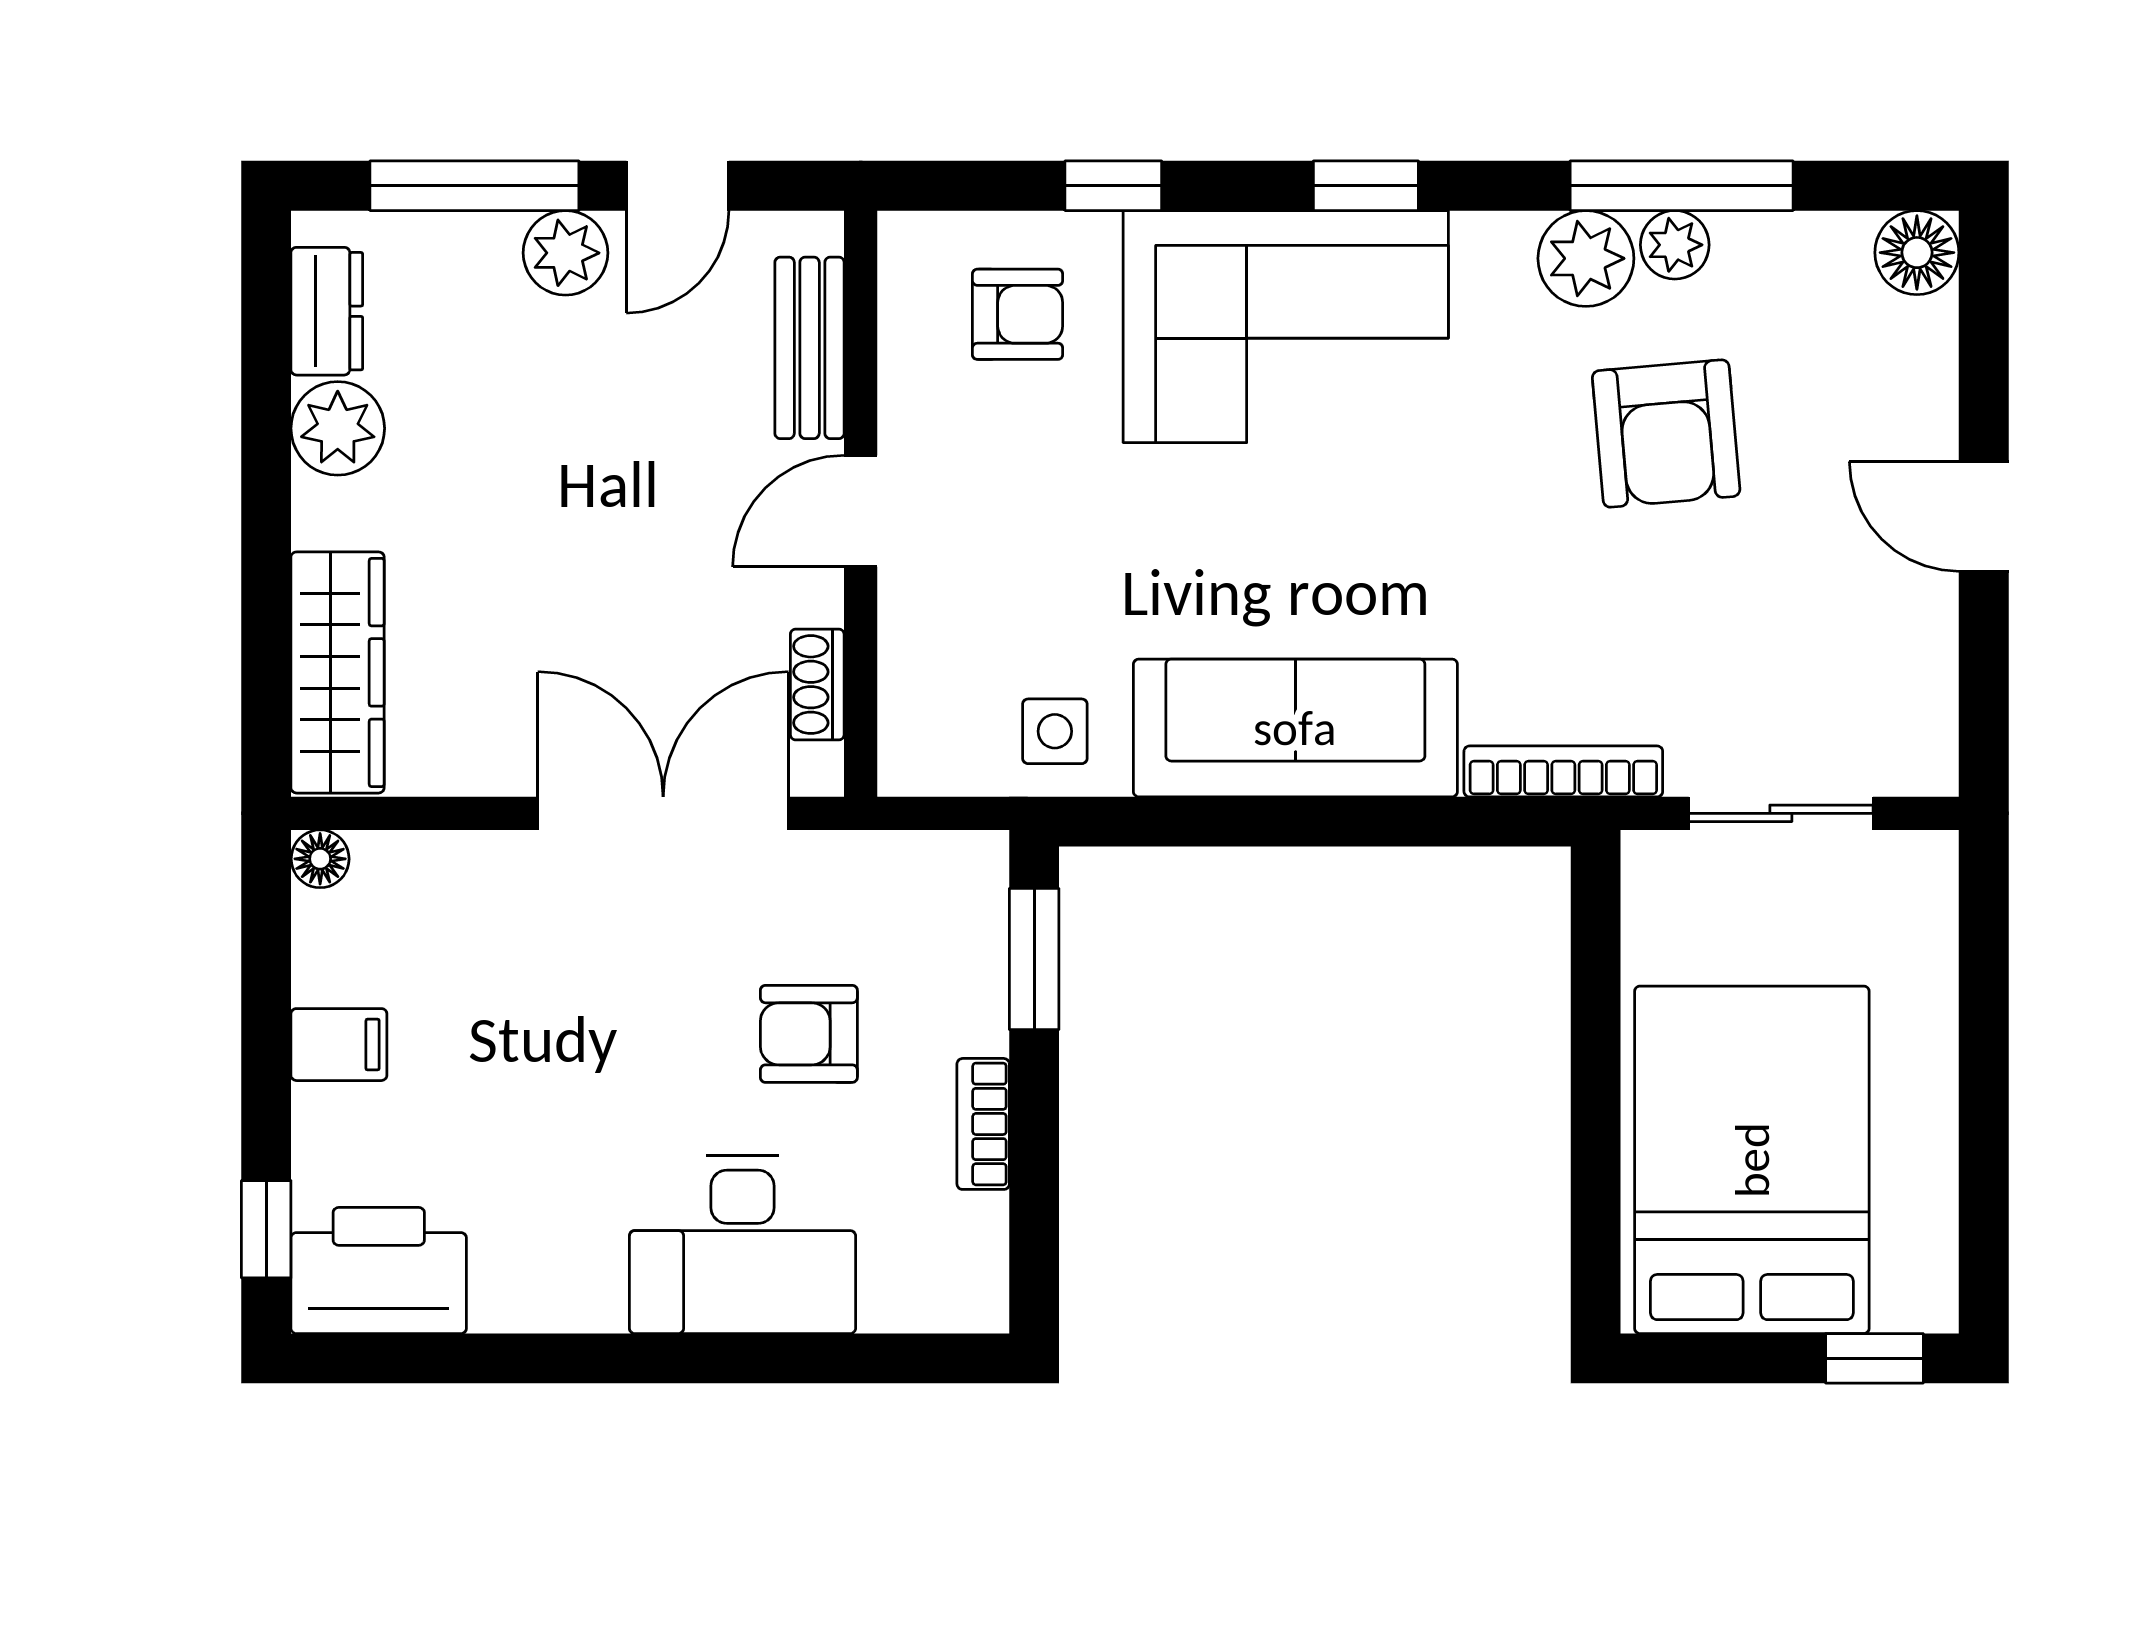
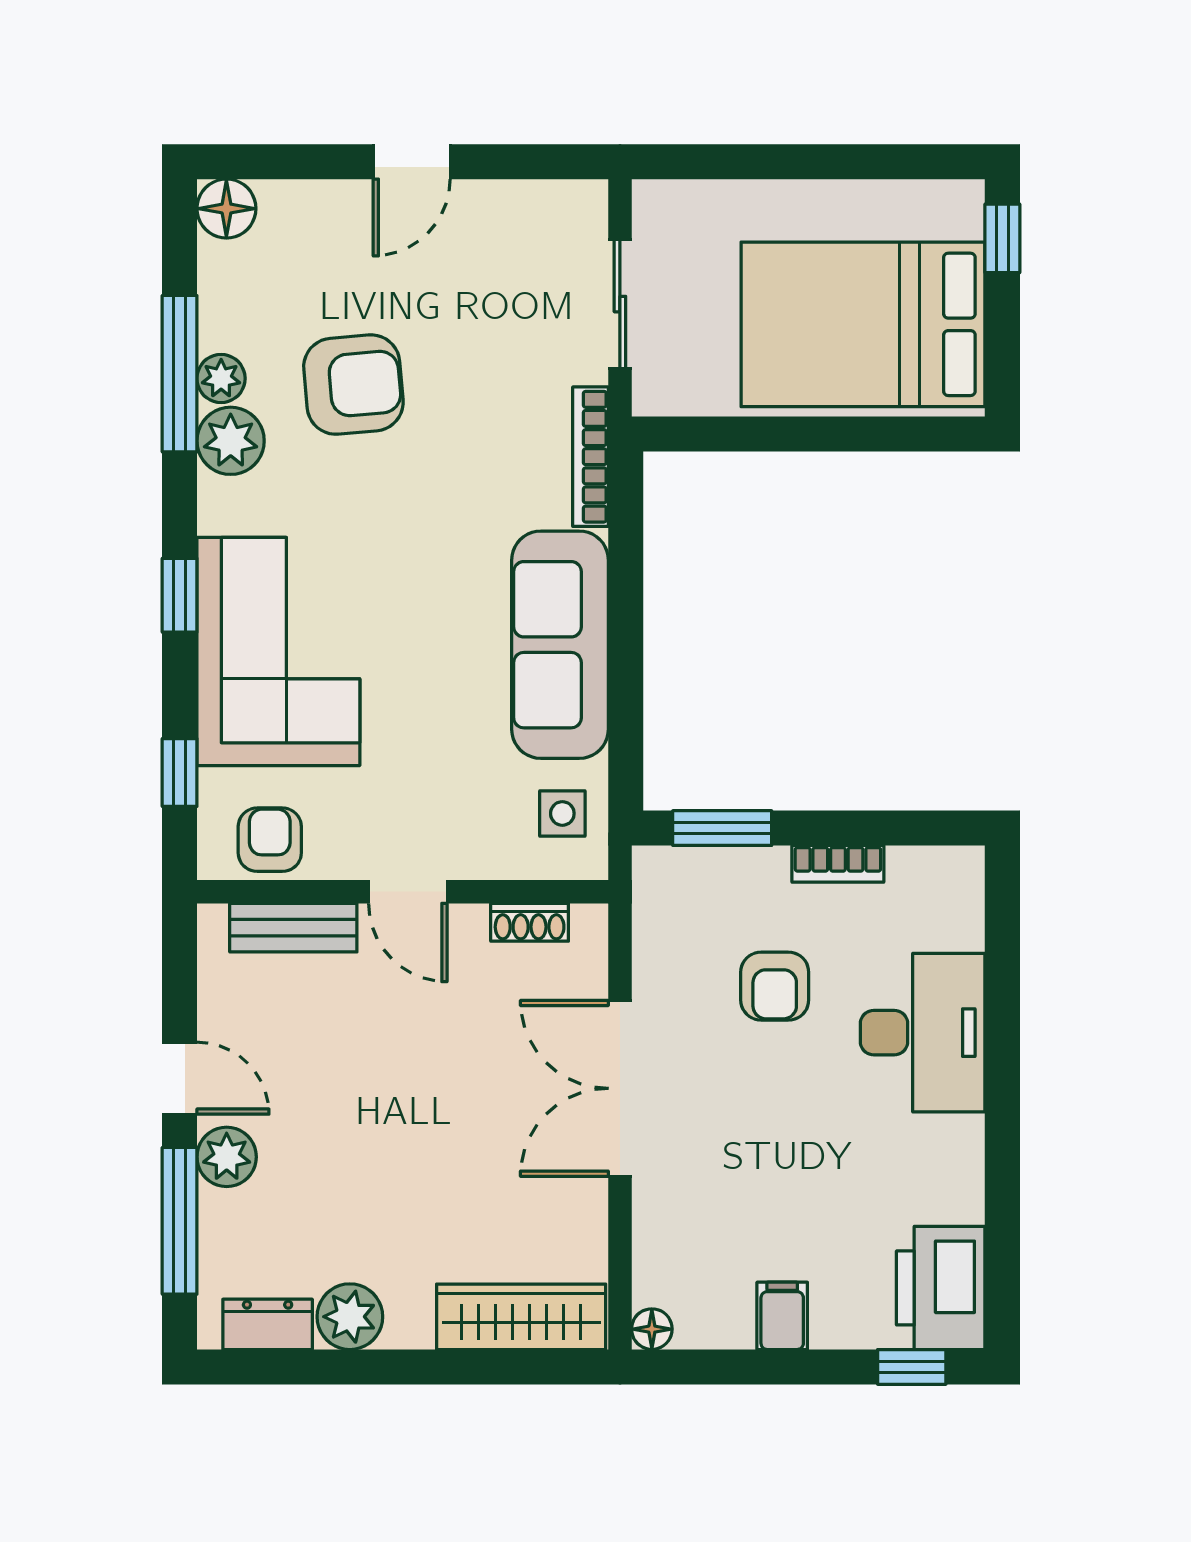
bench: (810, 348) -> (293, 928), moved
wall: (861, 504) -> (403, 892), moved
door: (861, 511) -> (408, 892), moved
shoe rack: (817, 685) -> (530, 922), moved

